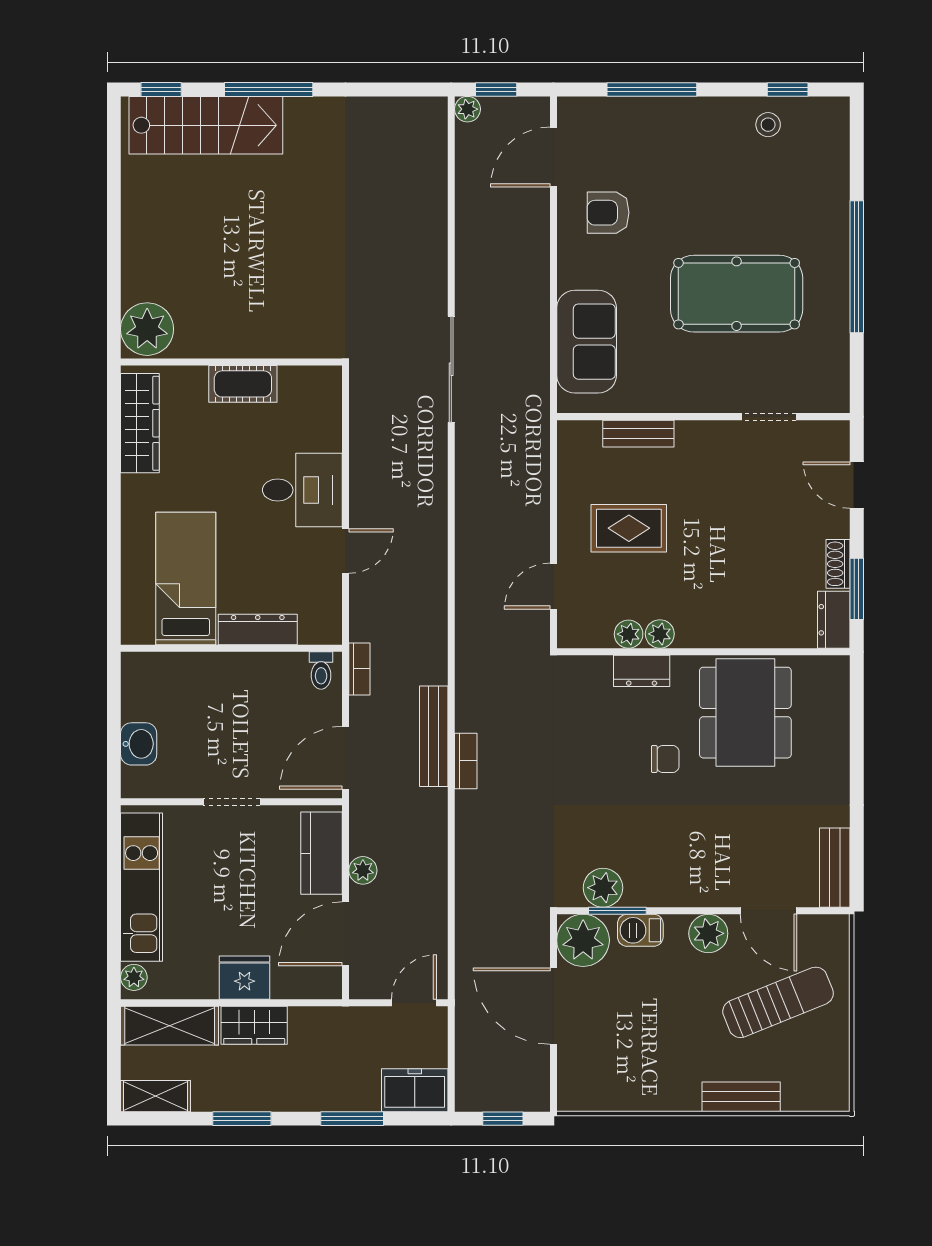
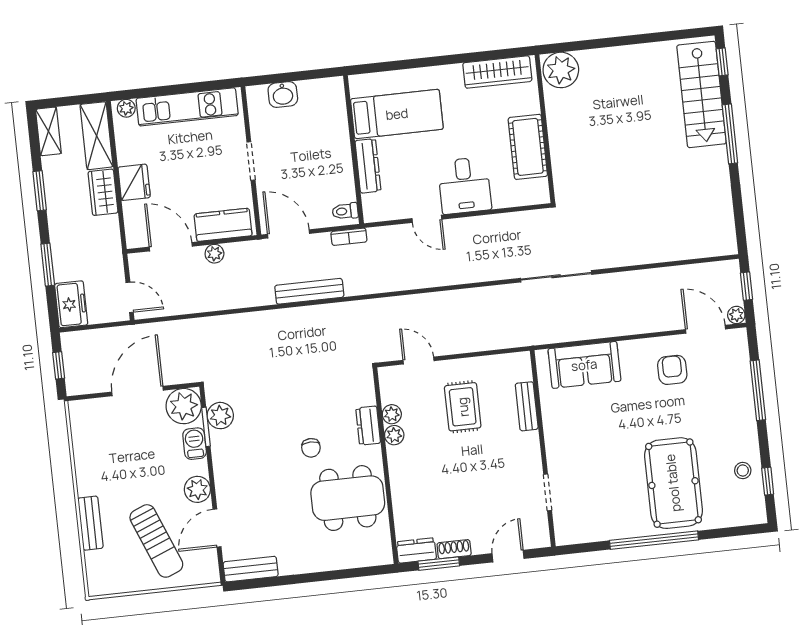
plant: (467, 109) -> (736, 315), moved
pool table: (737, 294) -> (673, 483), moved
cot: (243, 384) -> (528, 147), width x1.37, depth x1.34
bookcase: (466, 761) -> (295, 315), removed

